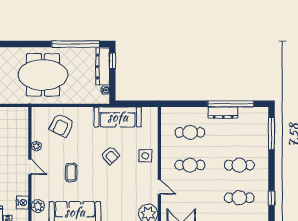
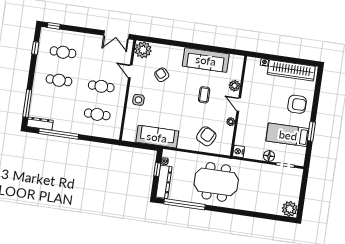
window: (112, 61) -> (157, 170), moved
dresser: (223, 113) -> (40, 123), moved
armchair: (110, 155) -> (162, 75), moved
nightstand: (22, 203) -> (239, 151), moved
plant: (38, 206) -> (234, 86), moved

